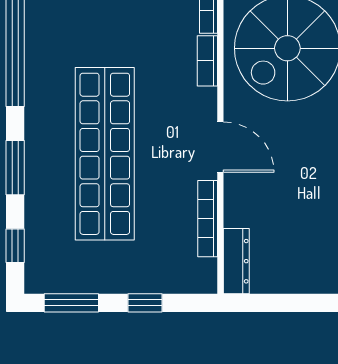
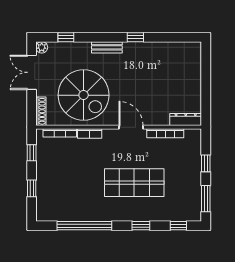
door: (220, 147) -> (131, 127), hinge flipped
shop shelf: (105, 154) -> (134, 183), width x0.71
window: (15, 168) -> (141, 226), width x0.67

